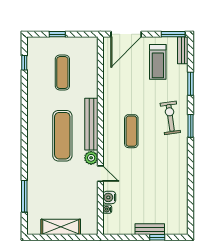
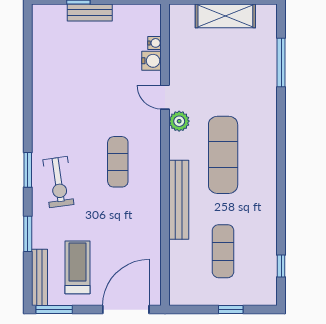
bench: (183, 50) -> (39, 277), width x1.36
bench: (91, 124) -> (179, 200), moved

